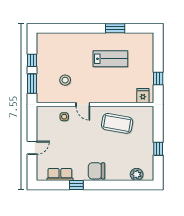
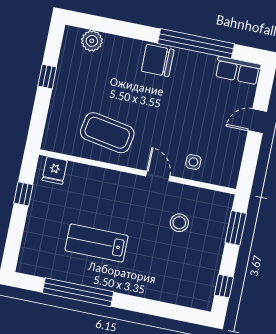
window: (115, 28) -> (78, 292), width x2.11
window: (32, 60) -> (224, 286), moved
chair: (97, 171) -> (158, 60), turned 180
row of seats: (60, 175) -> (238, 70), moved
window: (76, 185) -> (196, 44), width x3.17

